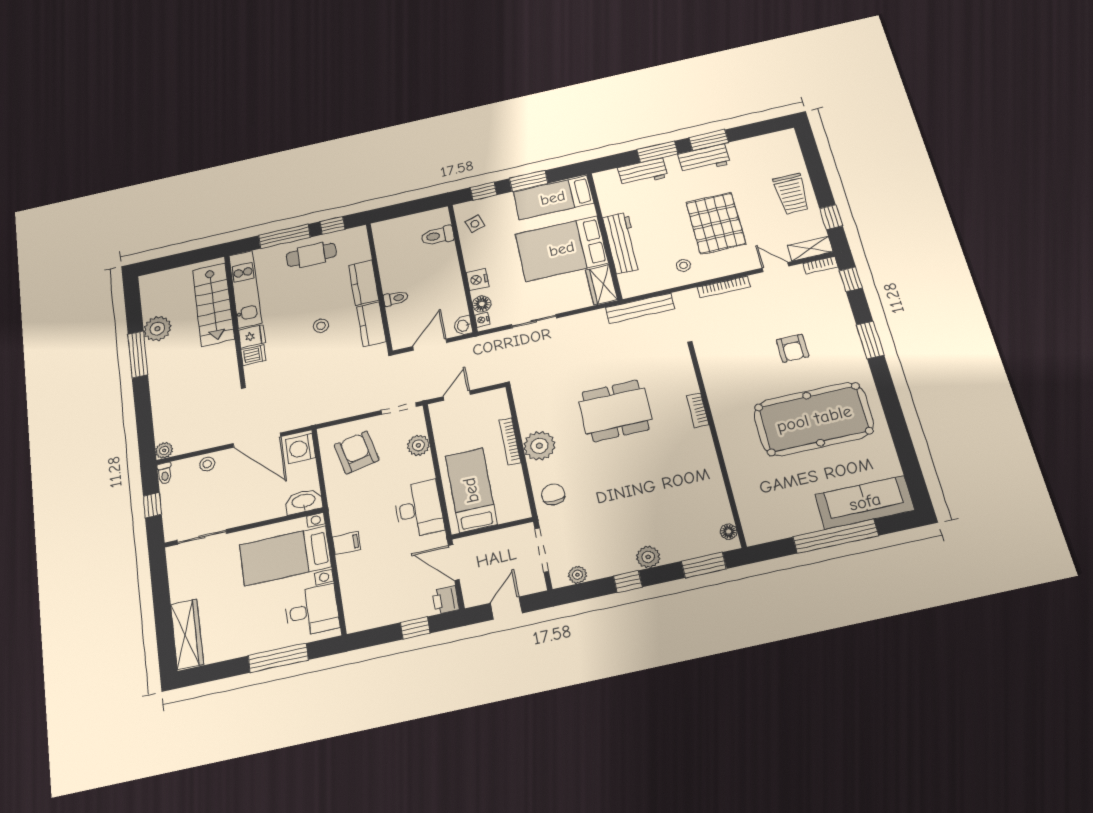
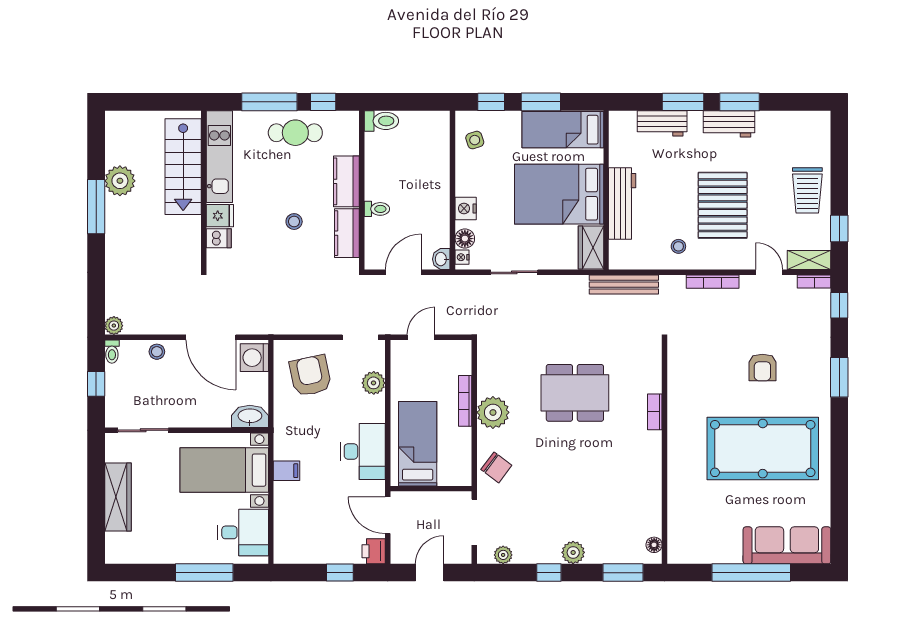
toilet: (437, 236) -> (381, 121), moved, turned 180
chair: (553, 494) -> (496, 467), turned 127
wardrobe: (187, 634) -> (118, 497), moved

